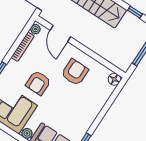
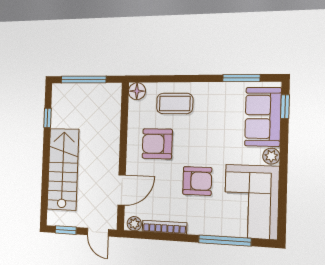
coffee table: (92, 97) -> (175, 103), added

